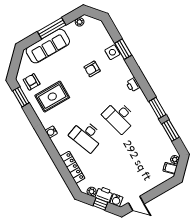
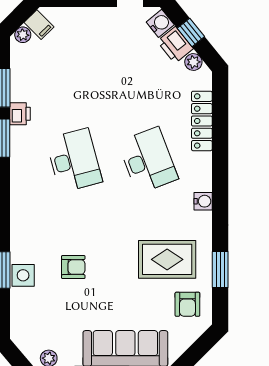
printer: (133, 85) -> (20, 114), moved
window: (21, 97) -> (220, 269), moved

